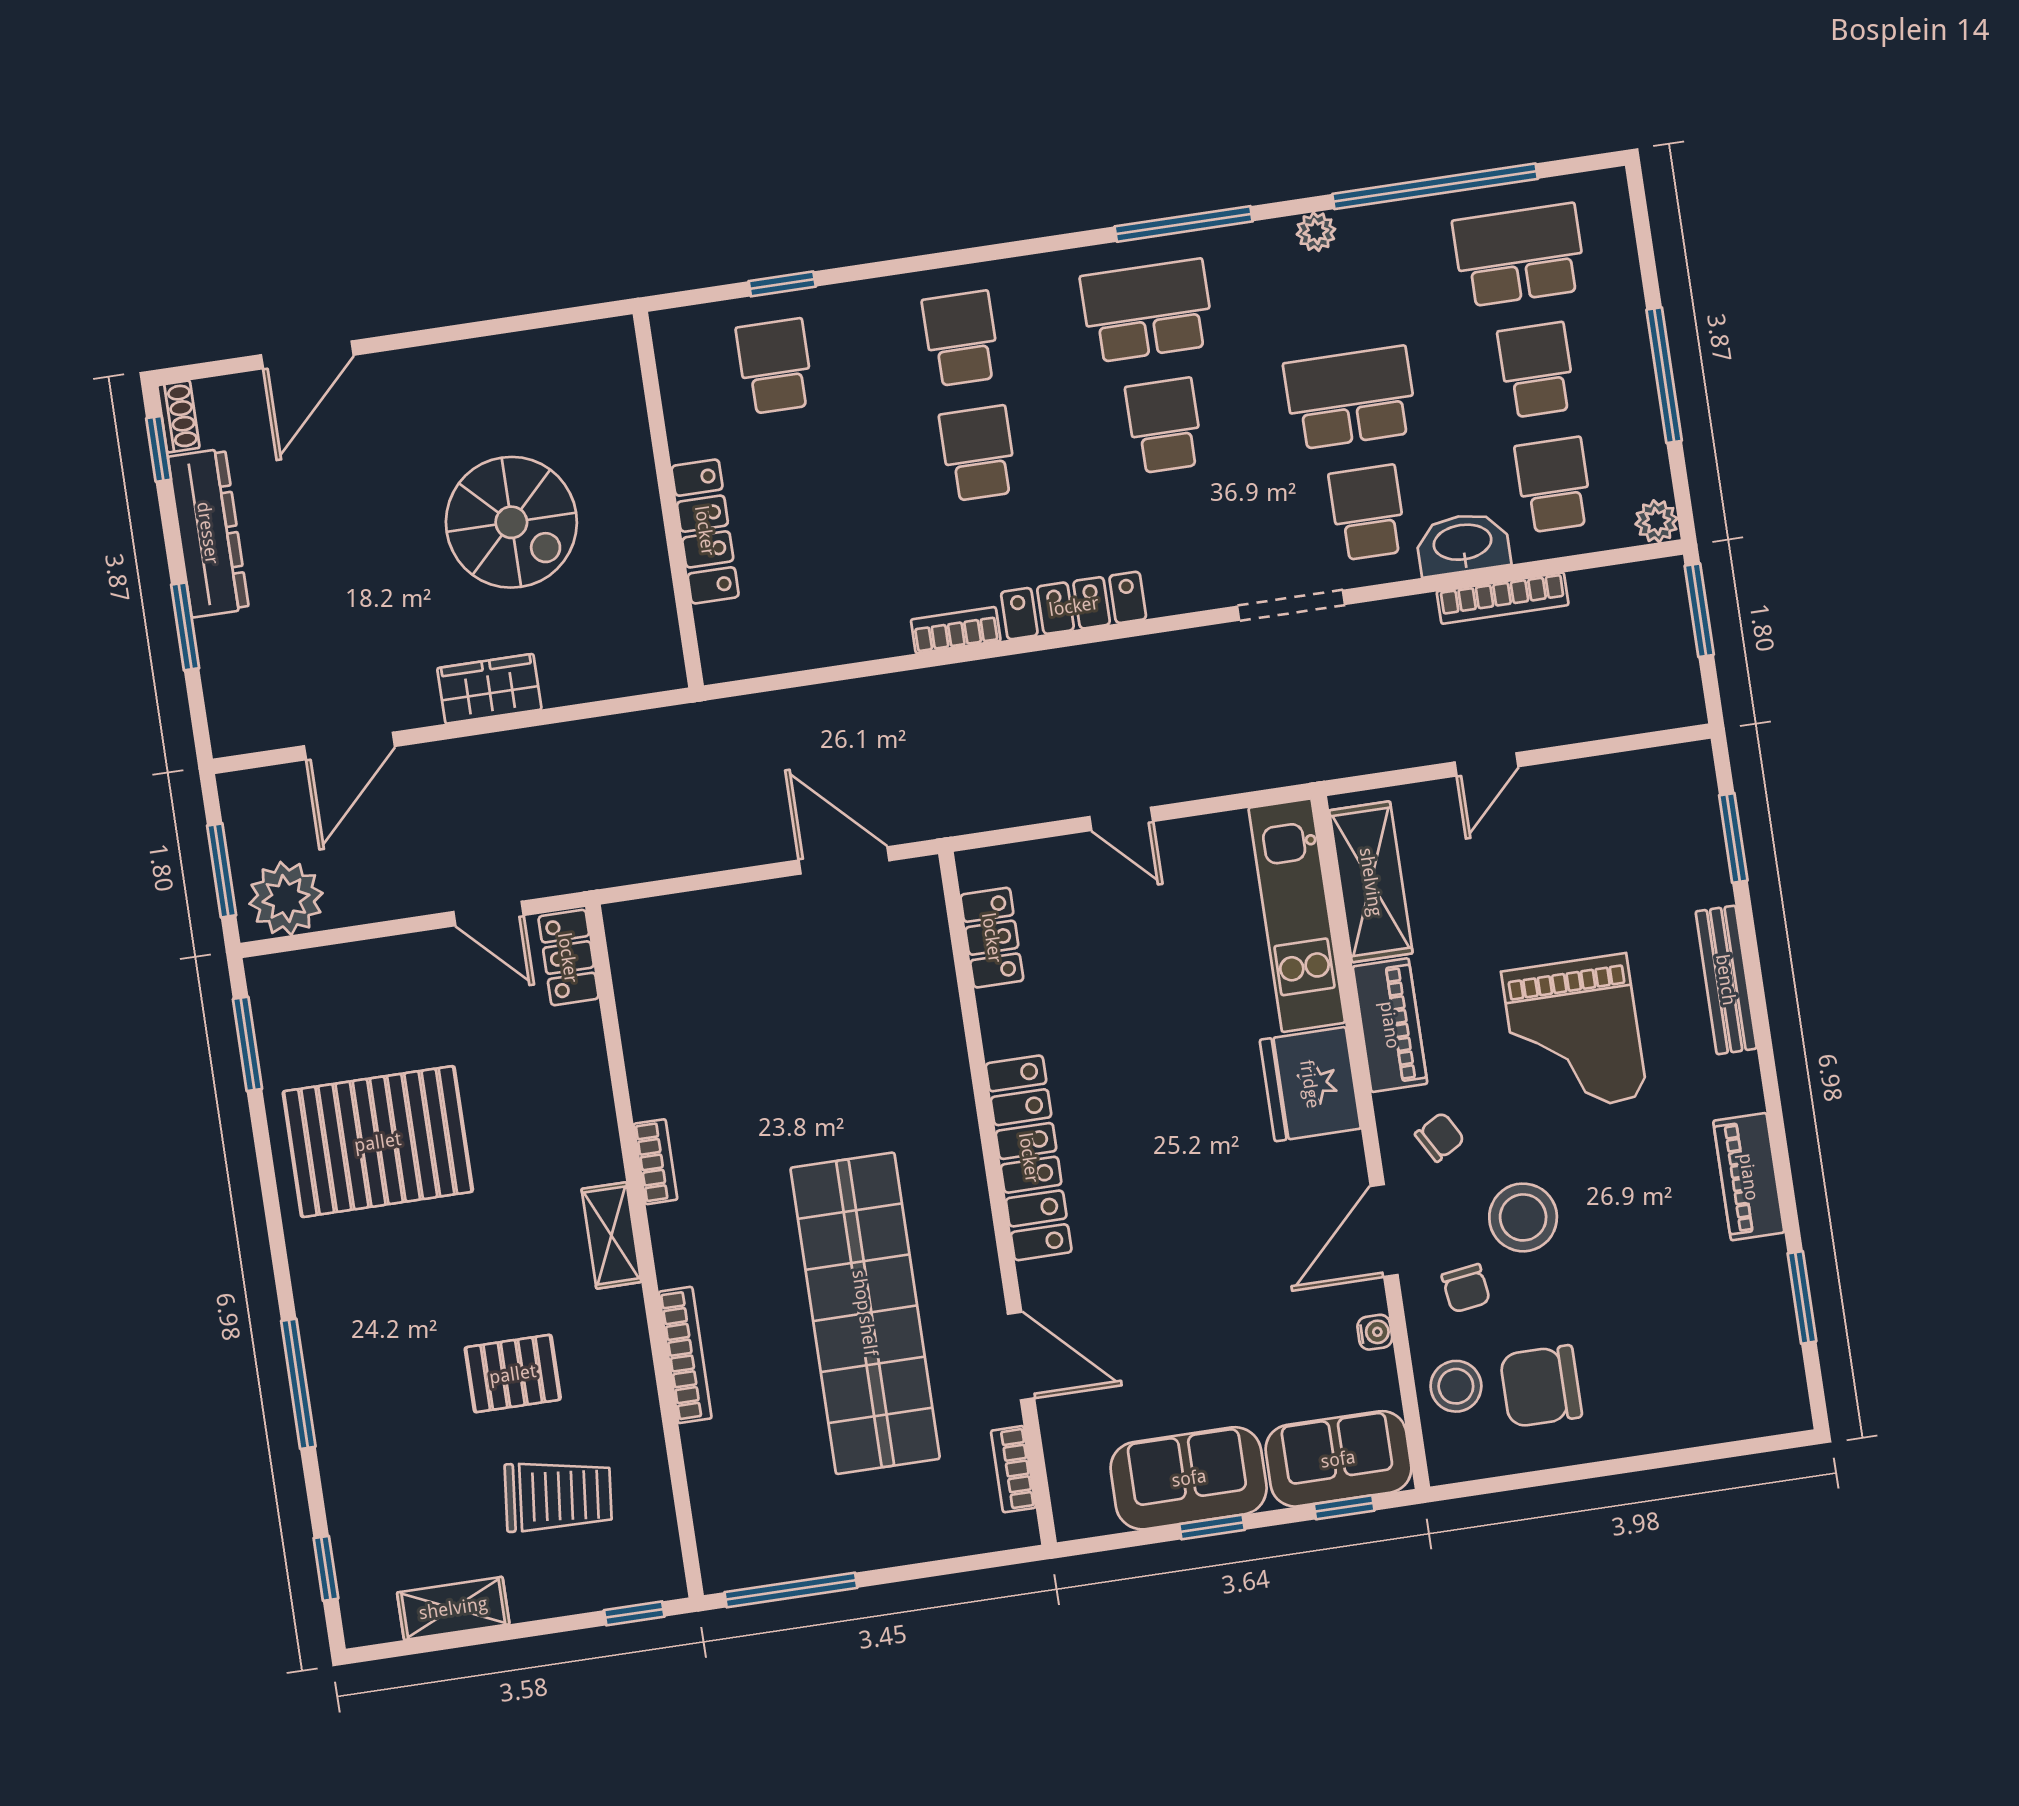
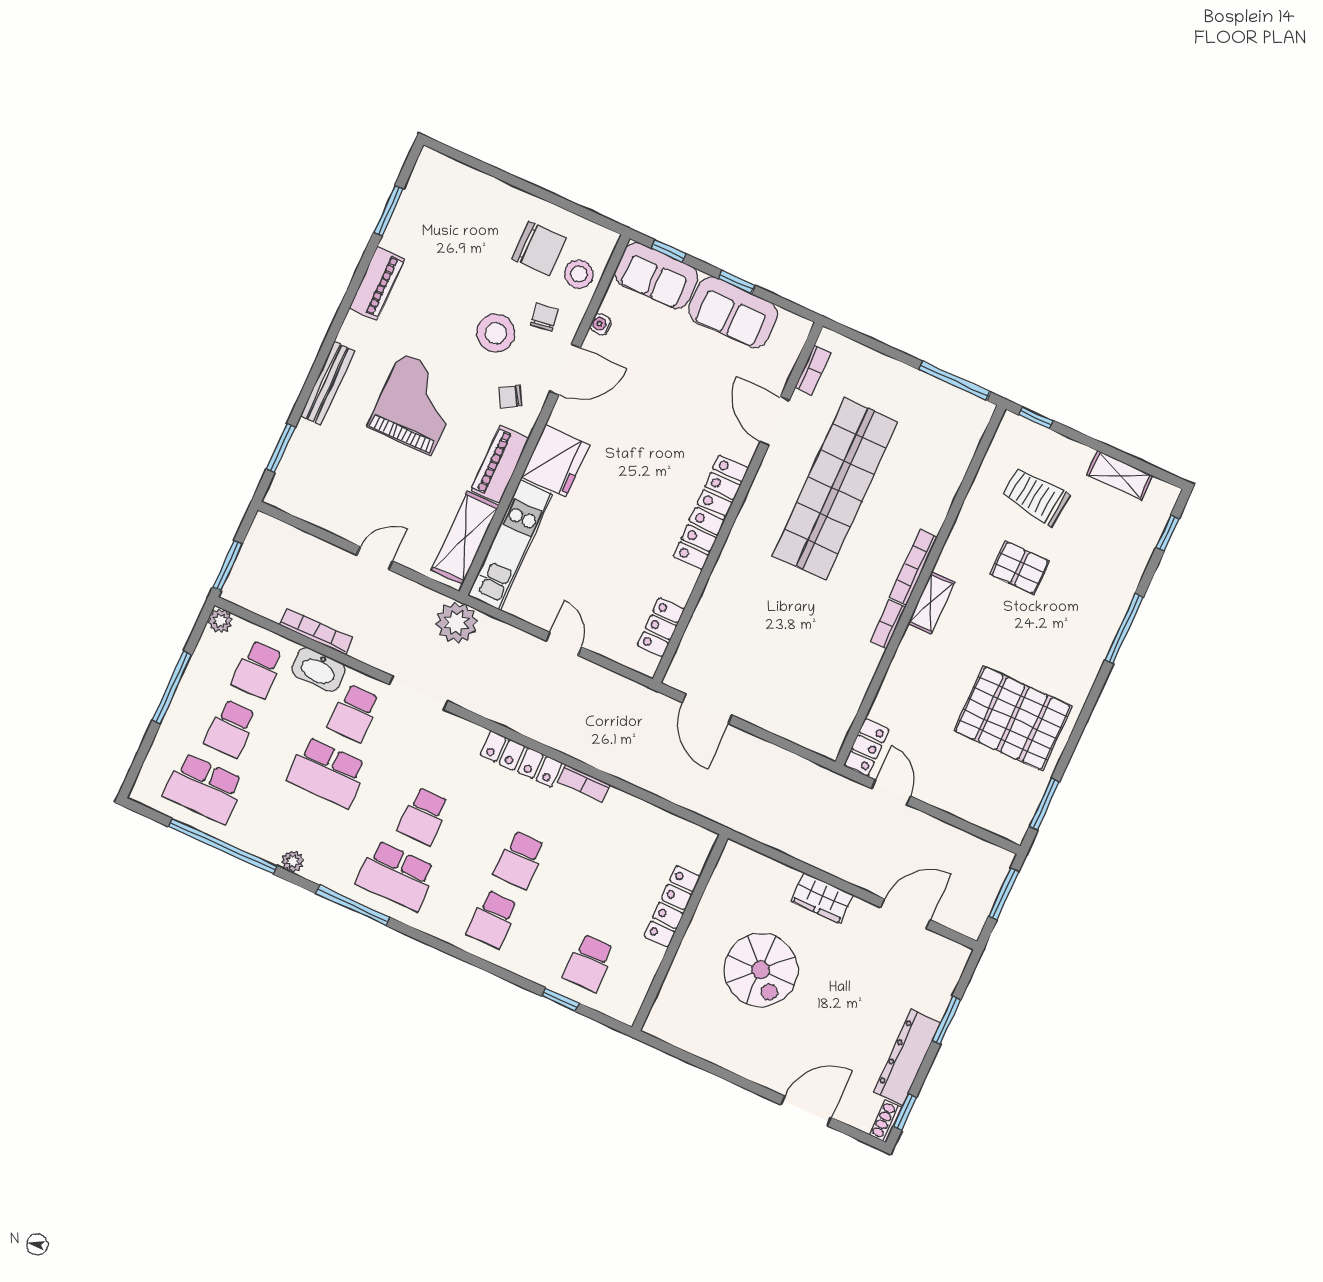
spiral stairs: (511, 522) -> (761, 970), turned 180
plant: (286, 898) -> (457, 623), moved
bookcase: (685, 1355) -> (913, 567), moved

